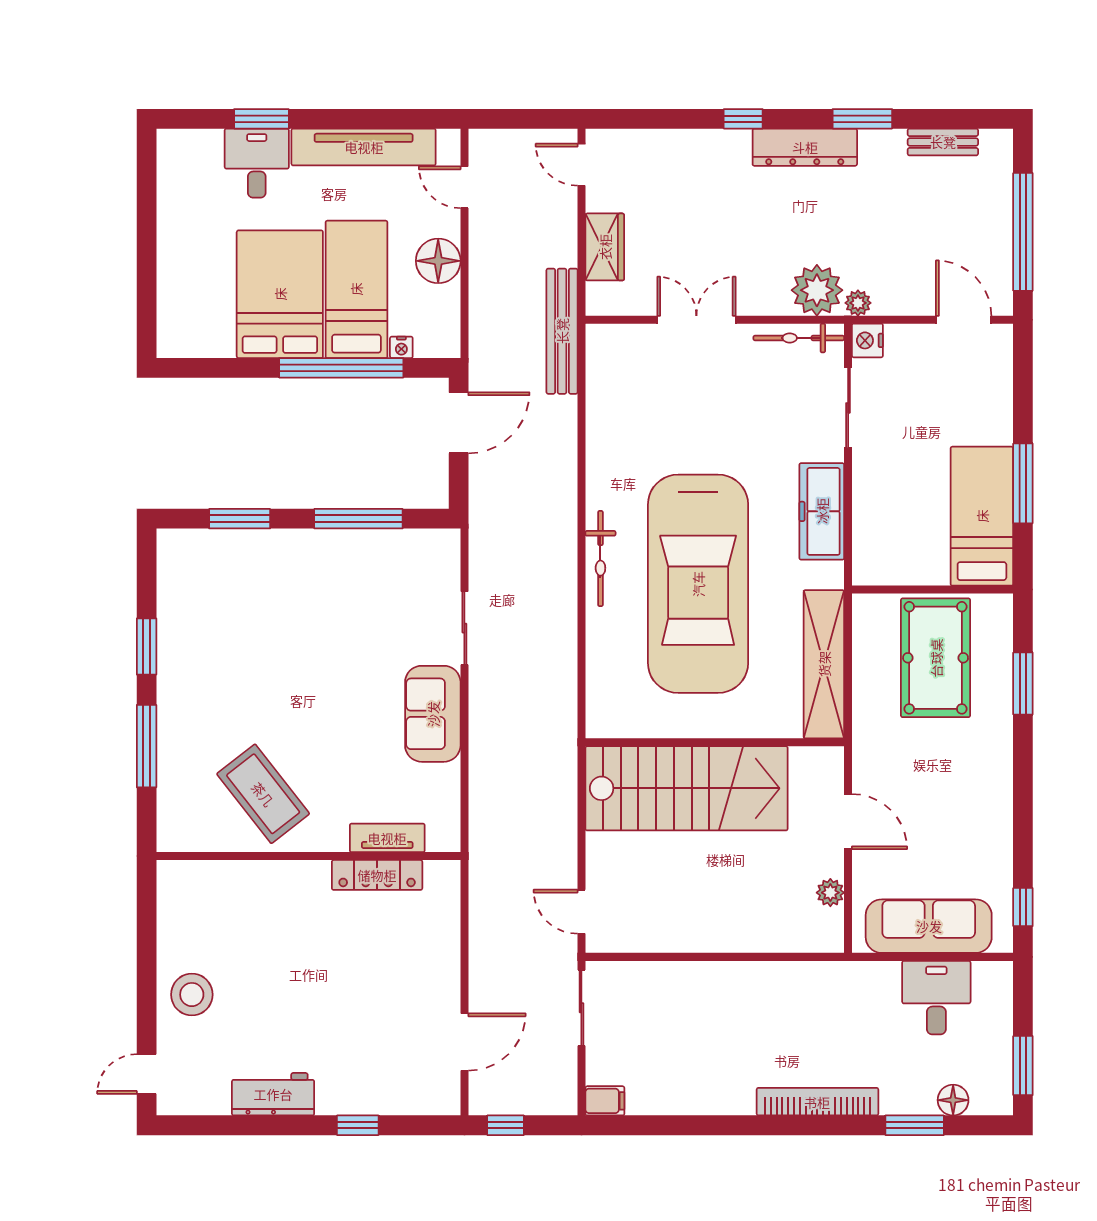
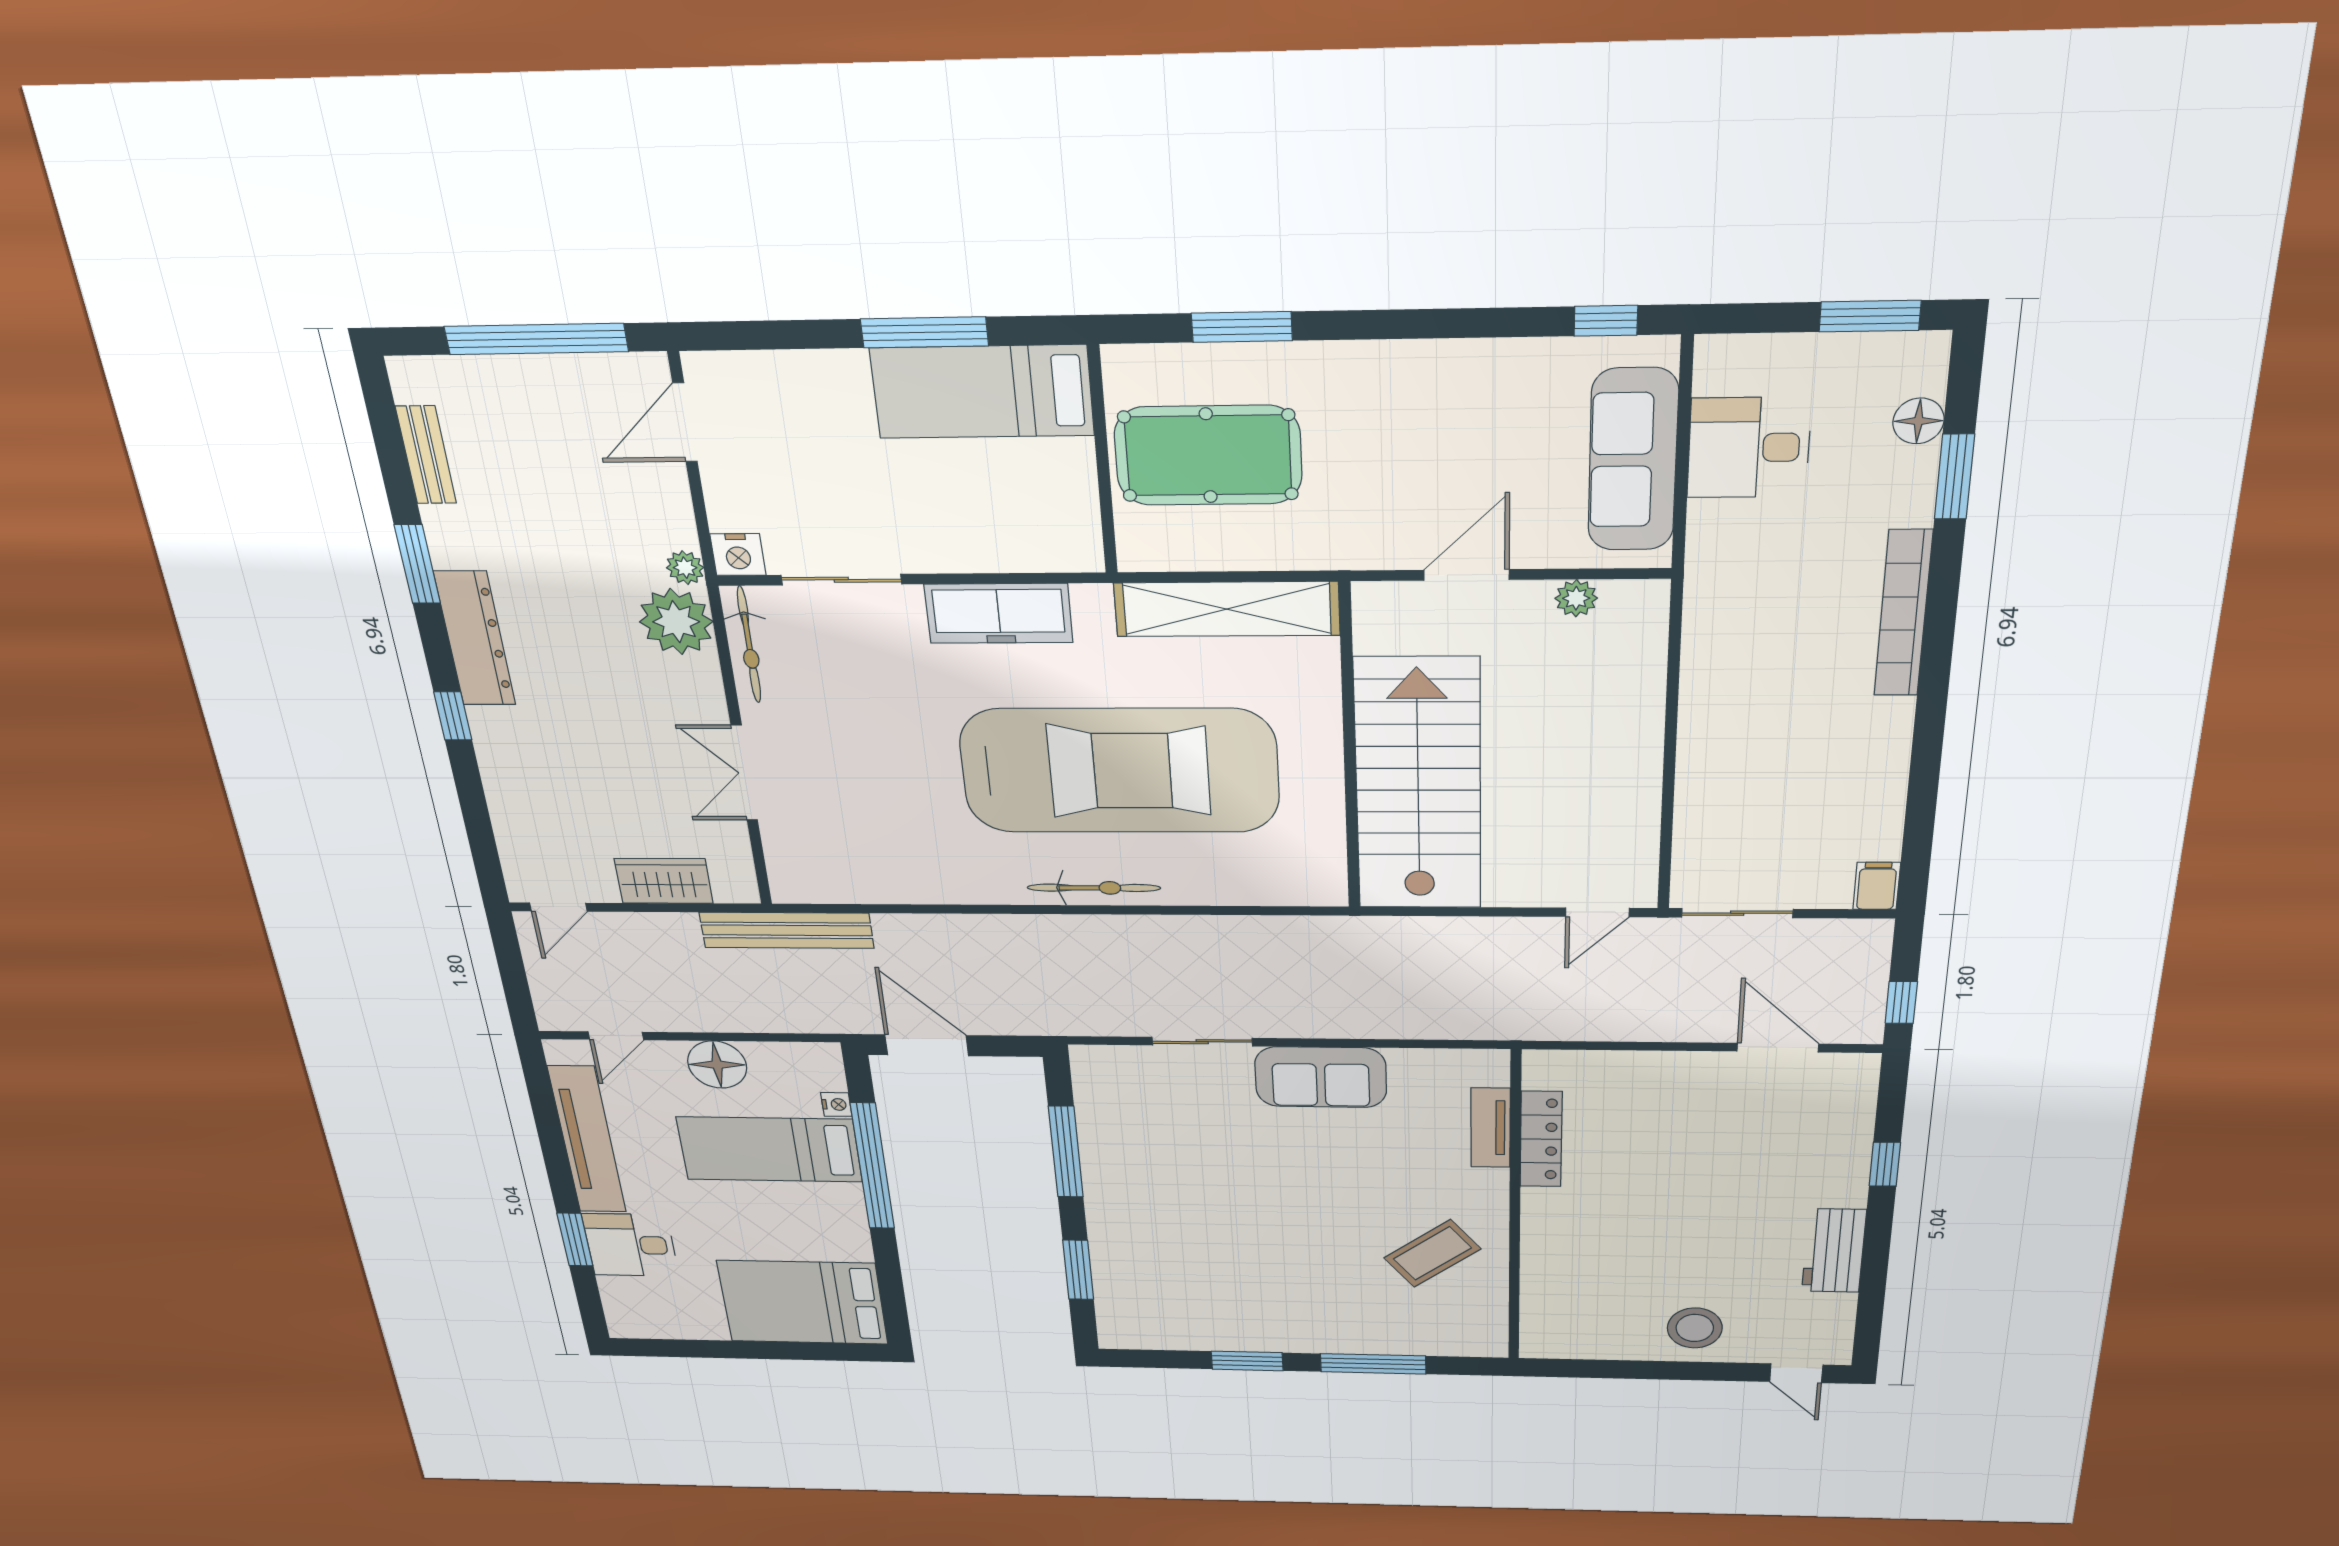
bed: (280, 294) -> (803, 1302), moved
coffee table: (263, 794) -> (1432, 1253), width x0.73, depth x0.76

